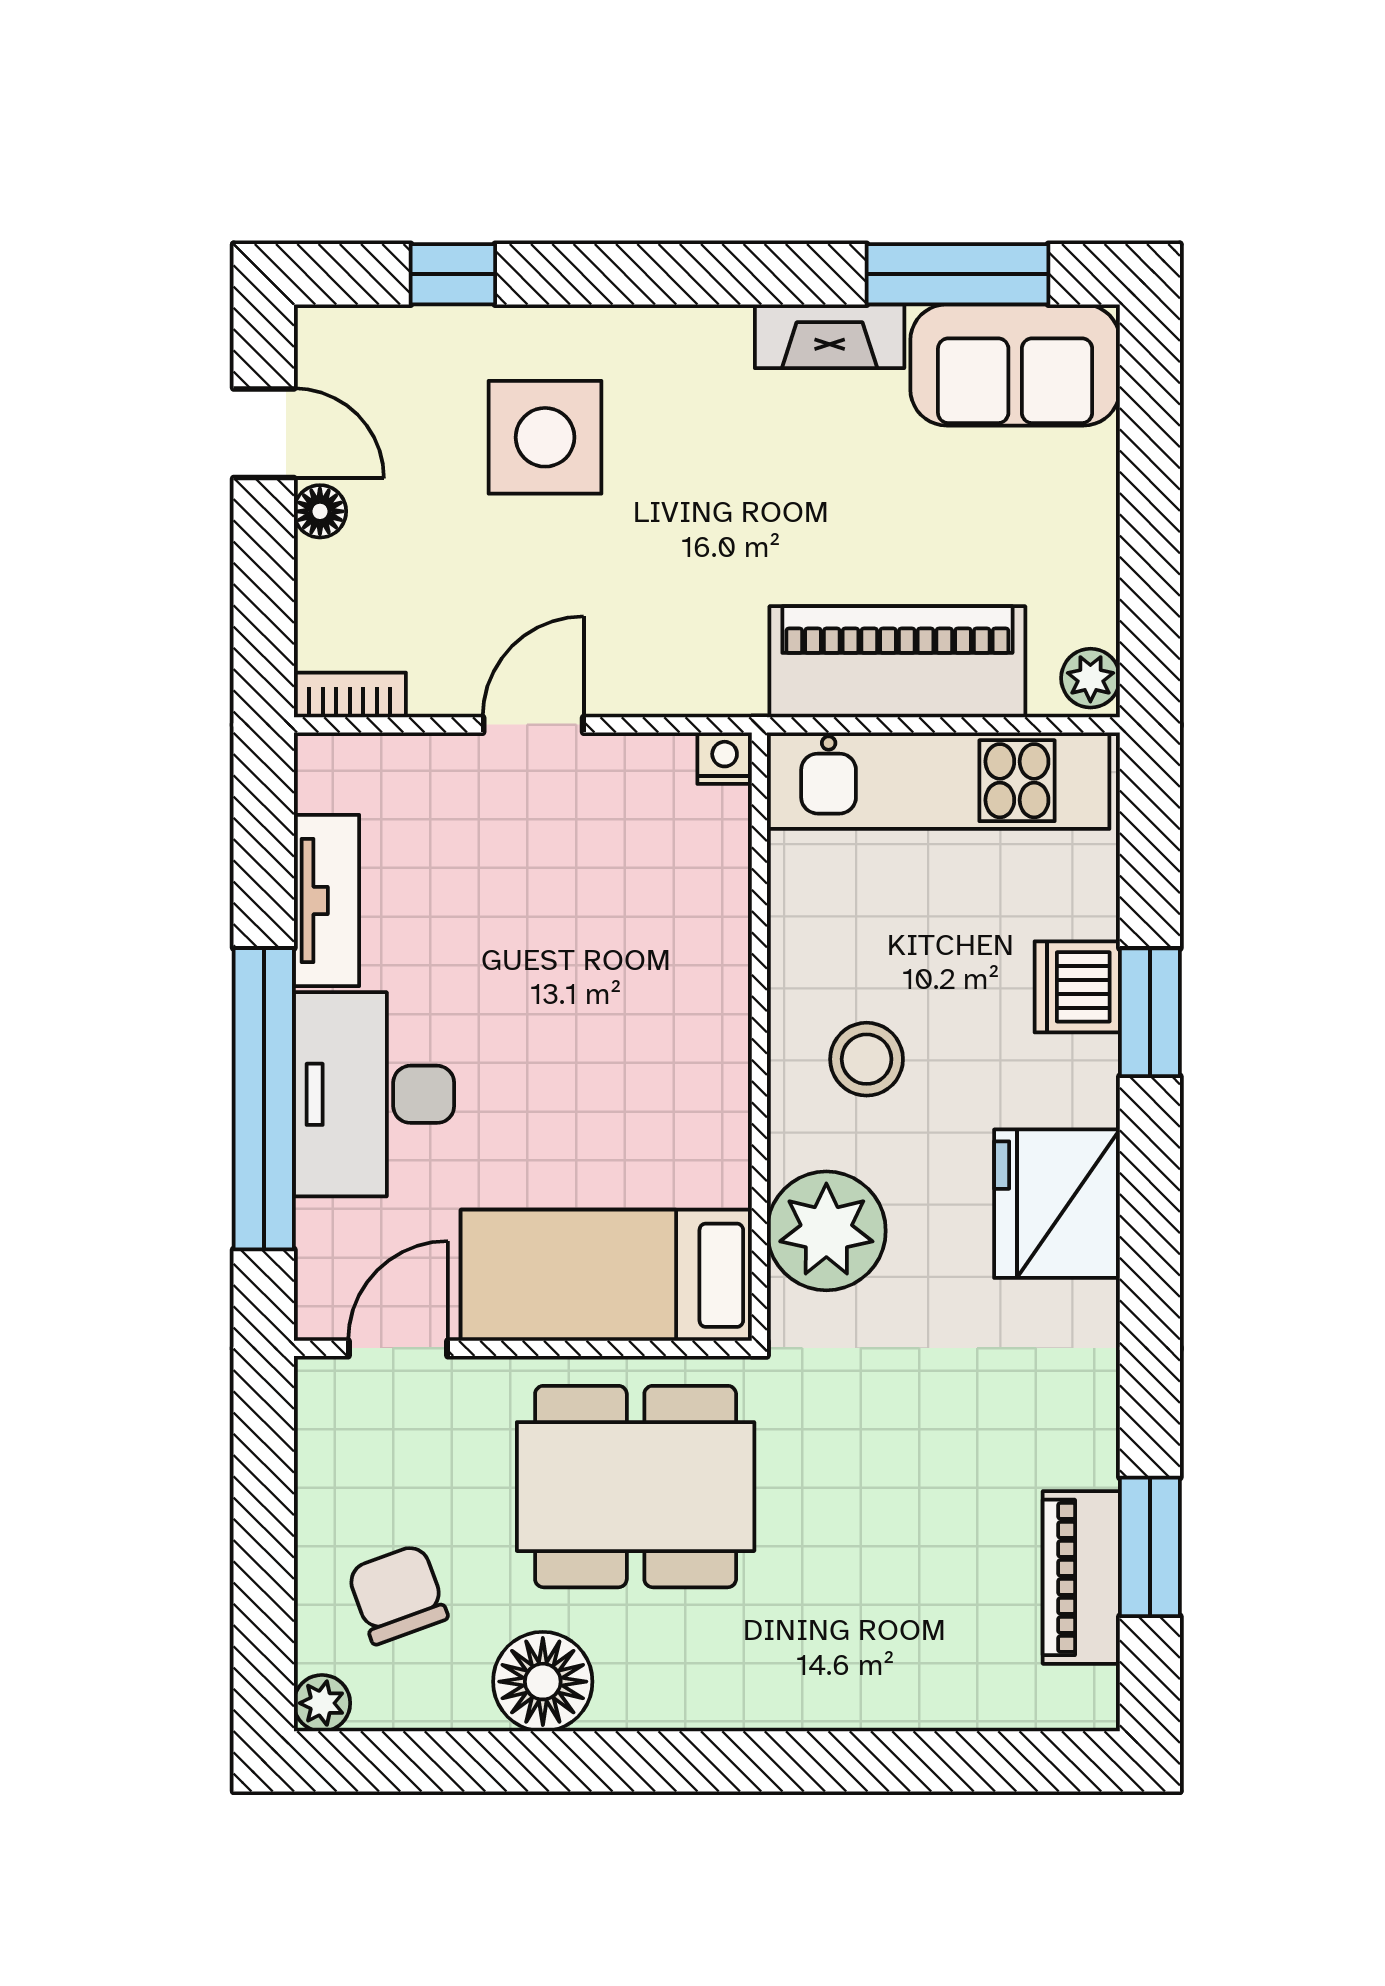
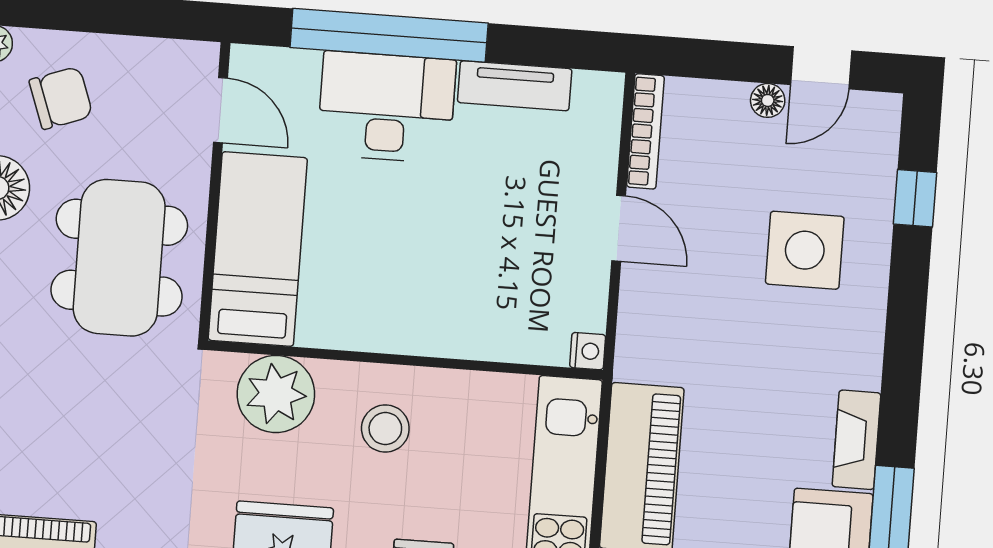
bookcase: (350, 695) -> (645, 131), width x1.56

